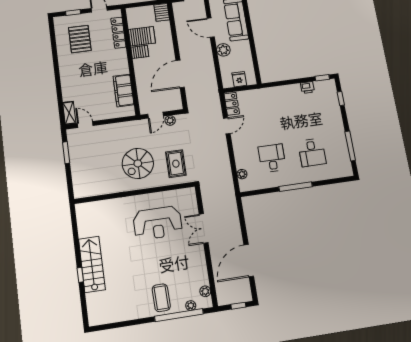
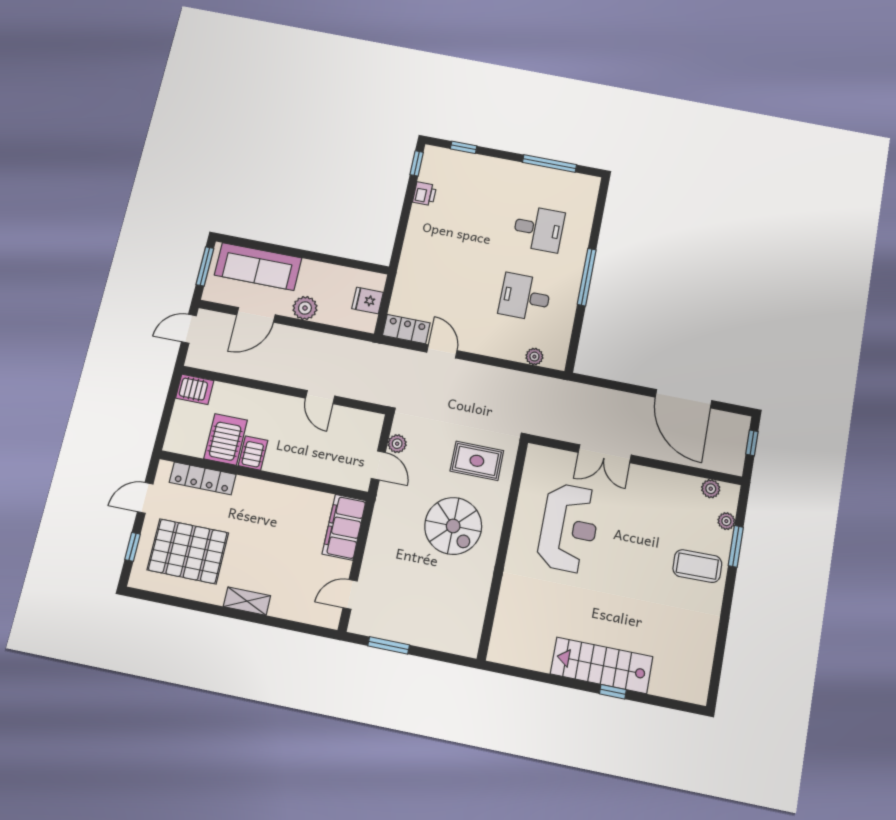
pallet: (80, 39) -> (188, 551), width x1.37, depth x1.41
door: (180, 74) -> (320, 397), width x0.53
filing cabinet: (123, 90) -> (344, 527), moved, turned 90
shelving: (69, 113) -> (247, 601), moved
window: (179, 315) -> (736, 546), width x0.47

